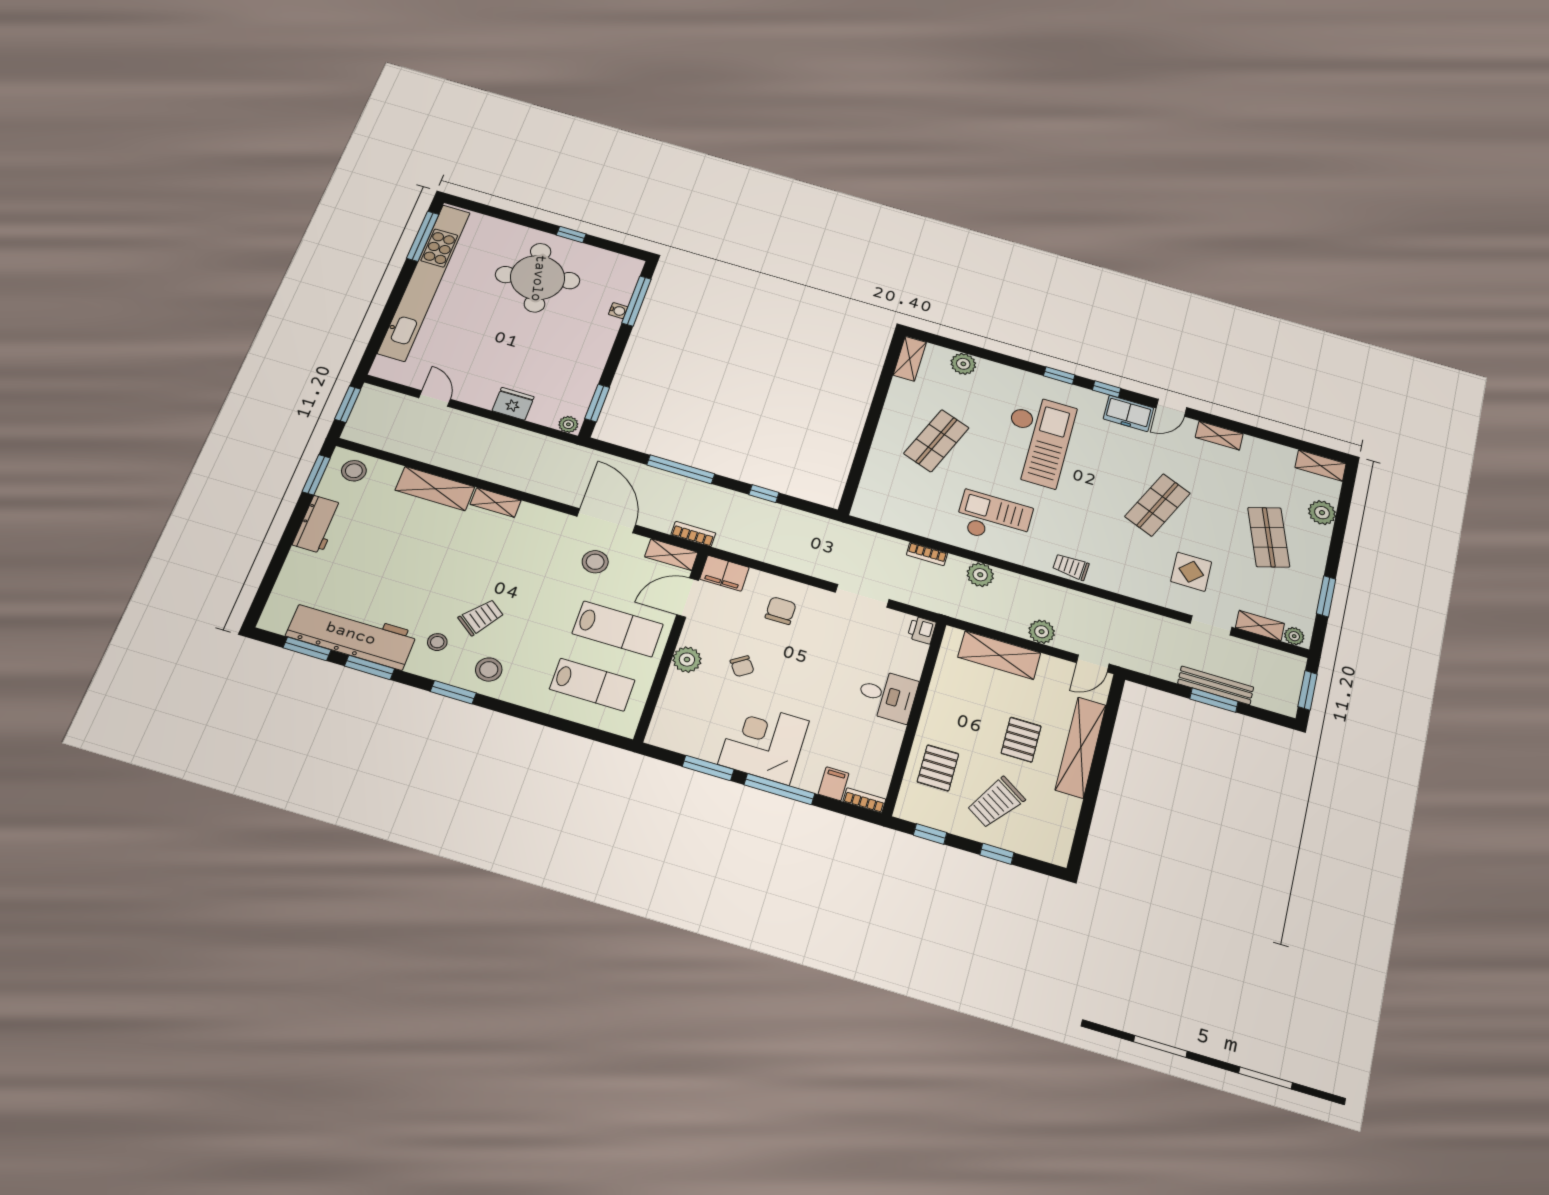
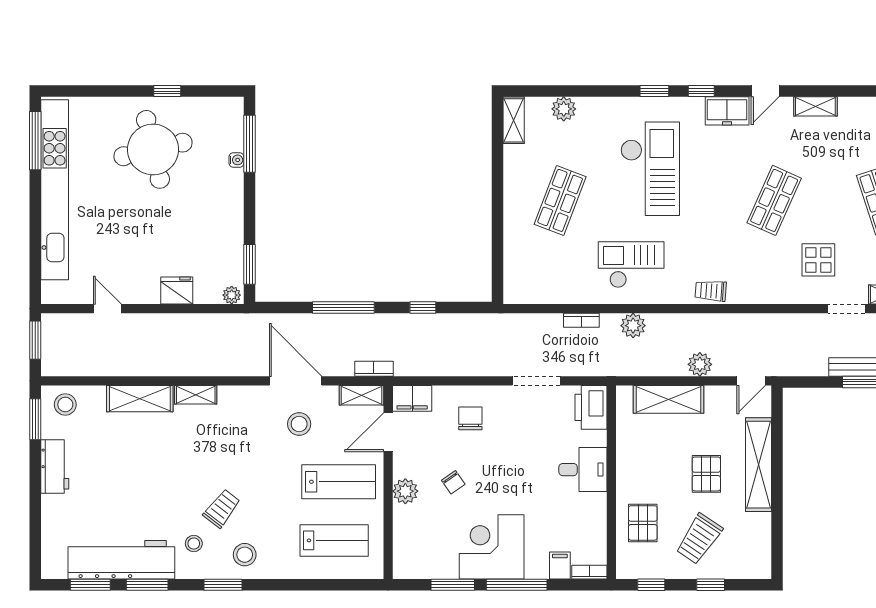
printer: (922, 630) -> (591, 407), width x1.87, depth x1.48

